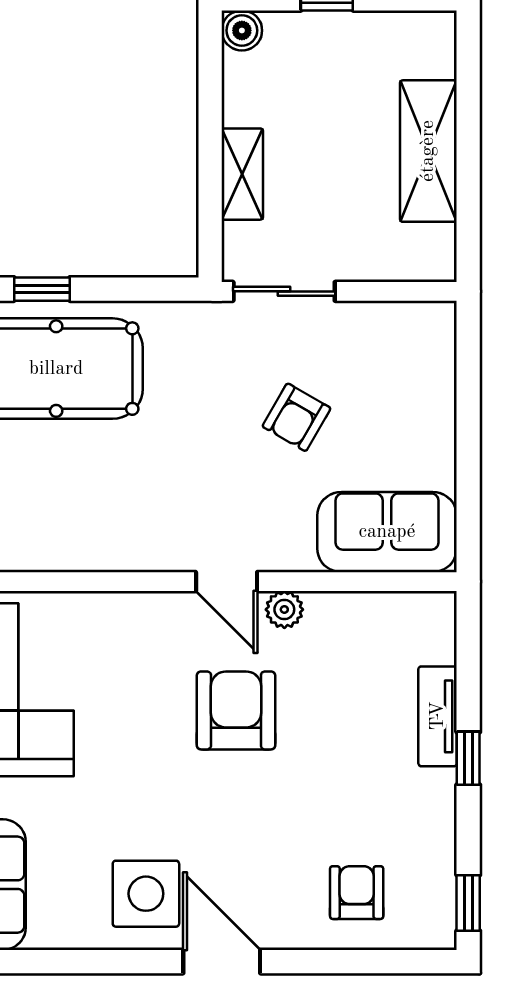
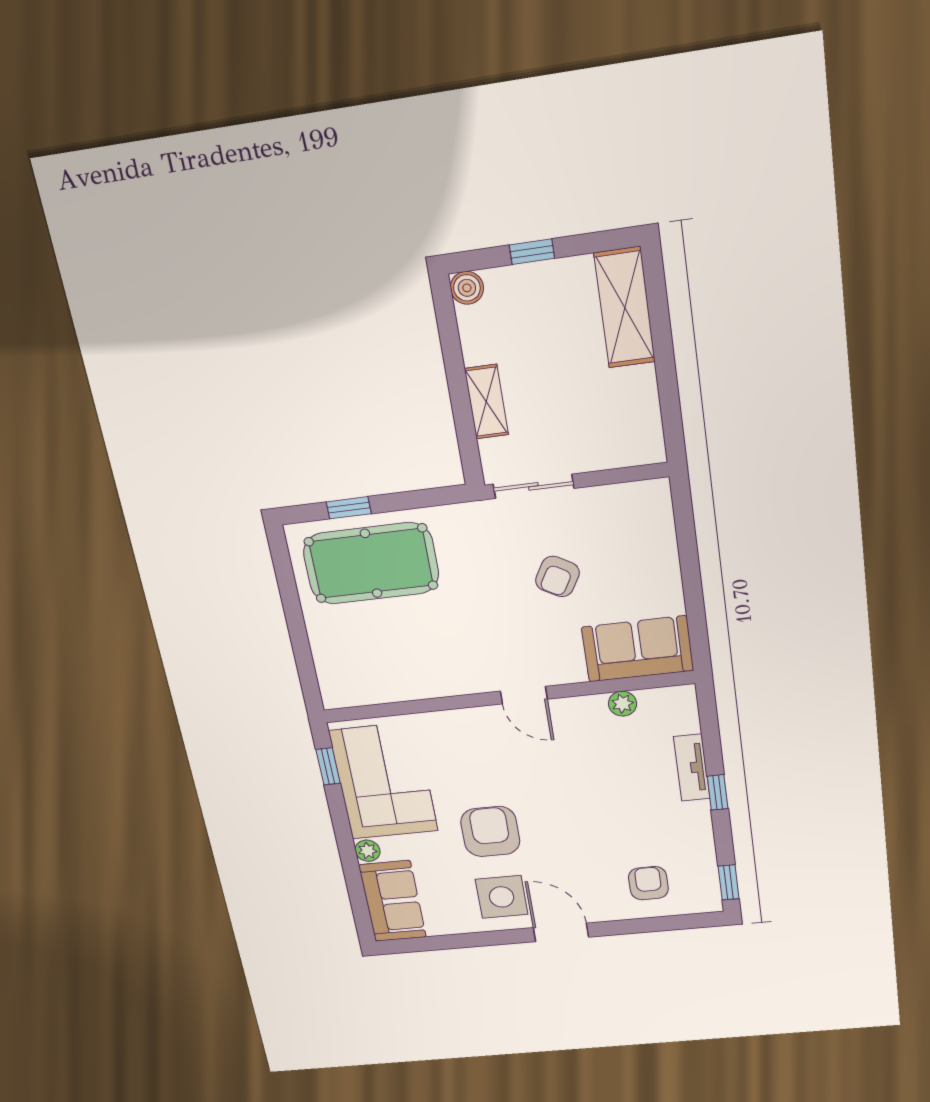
shelving: (428, 151) -> (625, 308), moved
plant: (284, 609) -> (623, 704), moved
armchair: (236, 710) -> (490, 832), moved

